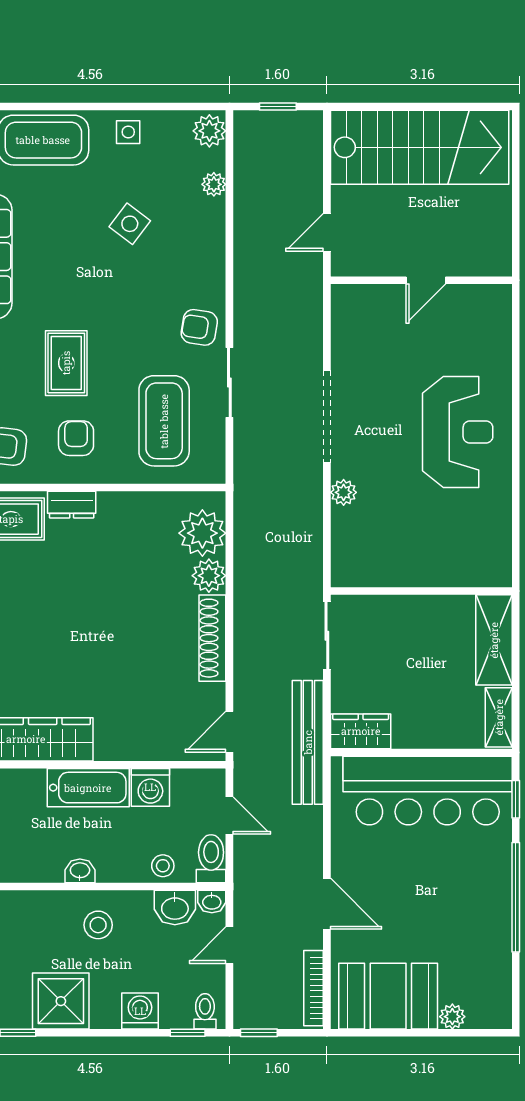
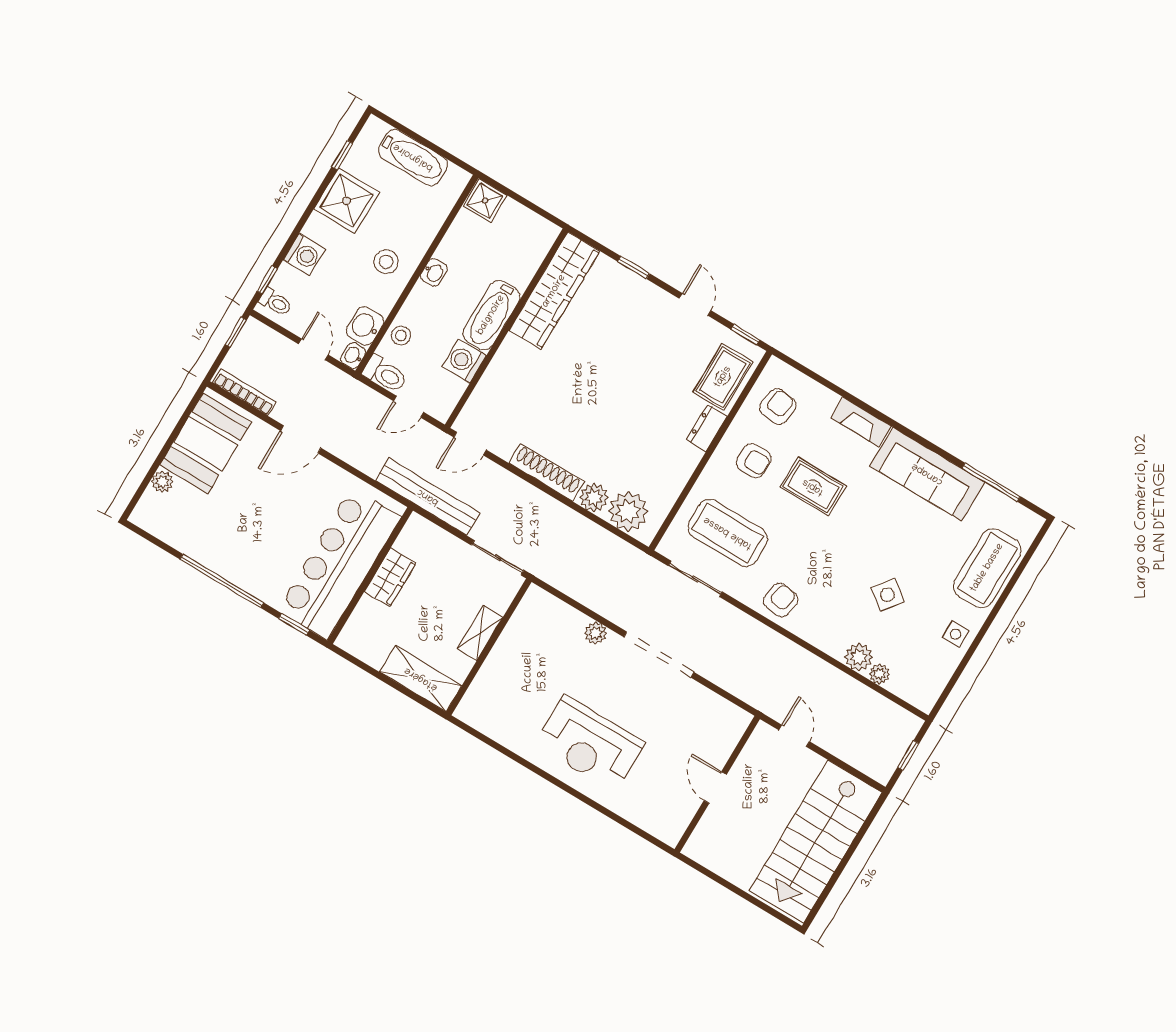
plant: (209, 131) -> (859, 657), moved
sliding door: (229, 382) -> (695, 579), moved
shelving: (499, 717) -> (480, 633), moved, turned 90
wardrobe: (361, 731) -> (390, 577), moved
door: (229, 732) -> (470, 444), swing flipped

